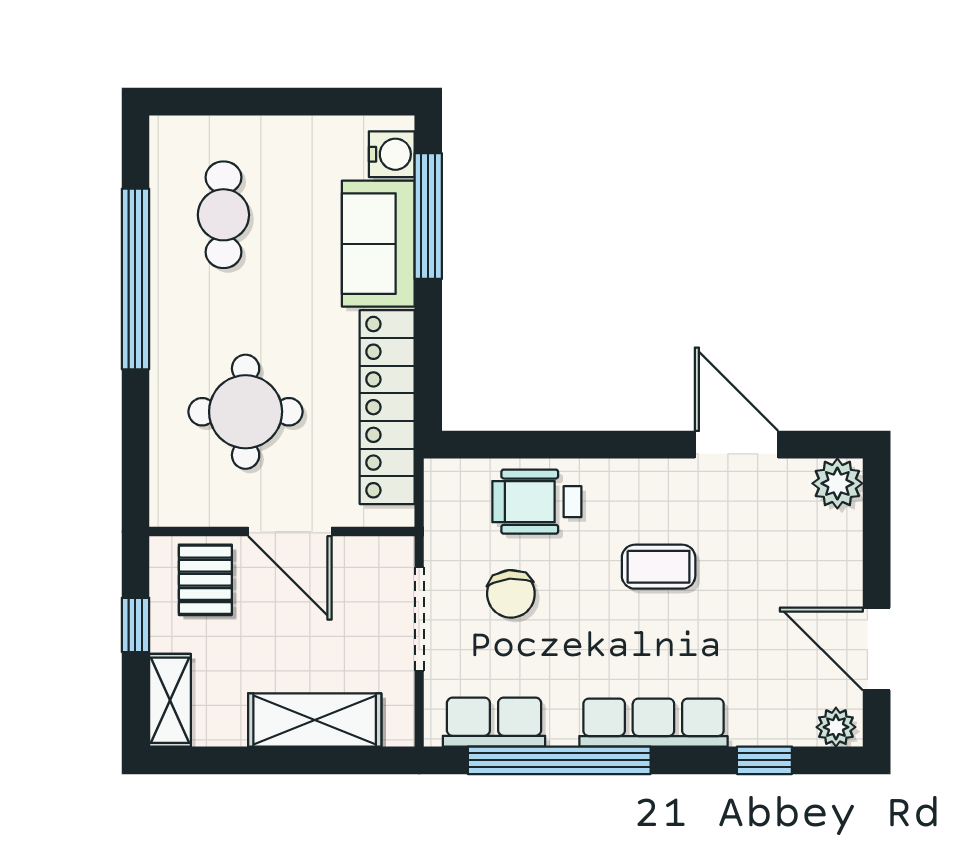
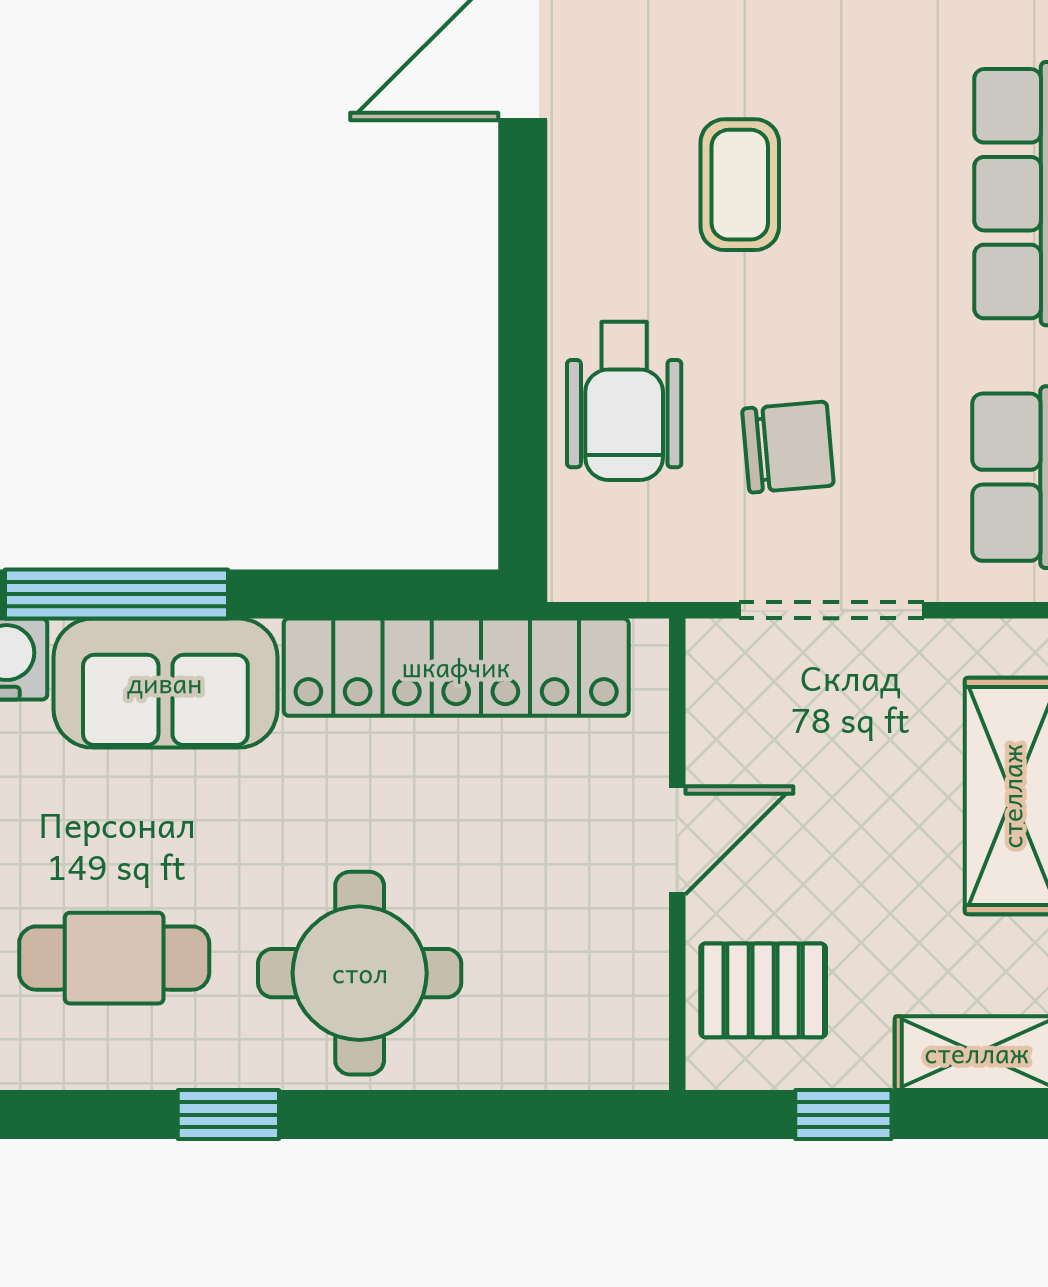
window: (135, 279) -> (228, 1115), width x0.32
round table: (246, 412) -> (360, 973), moved
door: (290, 532) -> (677, 840), width x0.73

